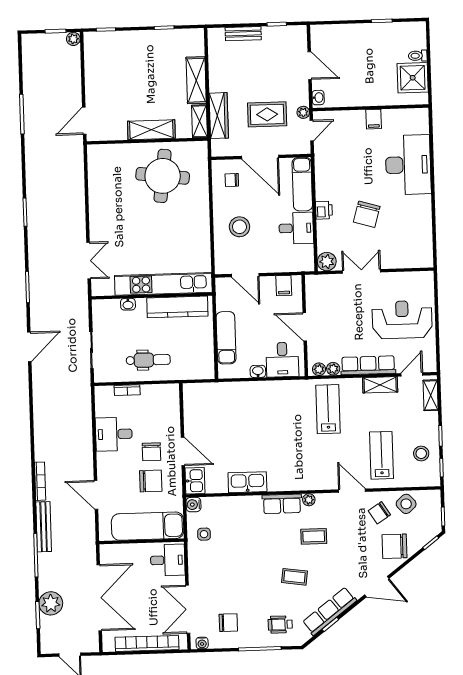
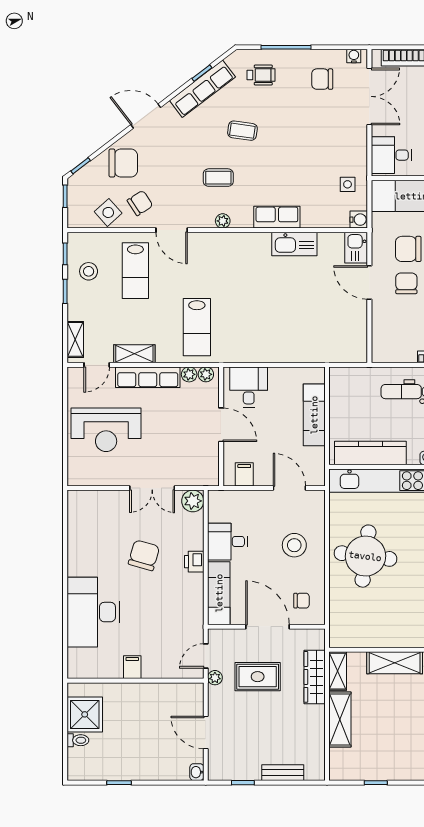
washbasin: (318, 98) -> (197, 772), moved
round table: (163, 176) -> (365, 556), moved
washbasin: (258, 371) -> (278, 374), removed
row of seats: (282, 504) -> (277, 217), moved

